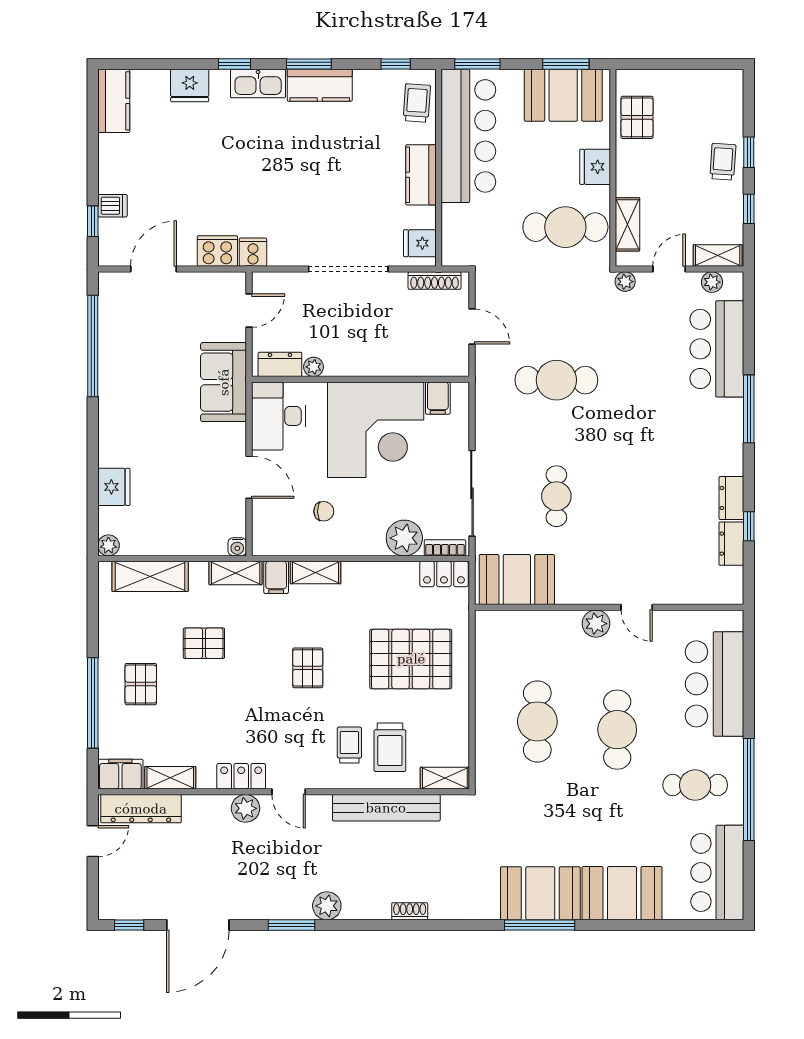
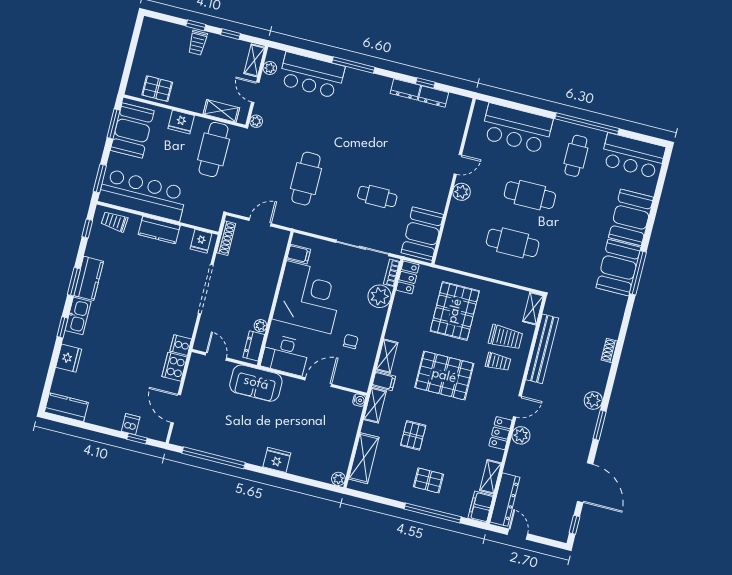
trolley: (723, 162) -> (198, 43), turned -94
fridge: (114, 487) -> (277, 460), moved
pallet: (308, 668) -> (444, 376), width x2.05, depth x2.00
trolley: (349, 745) -> (498, 362), turned 180

